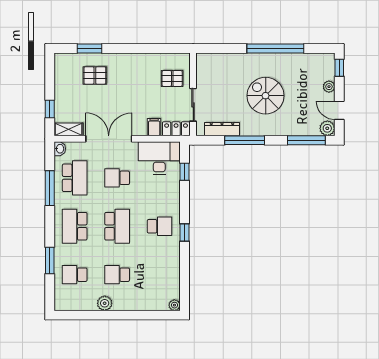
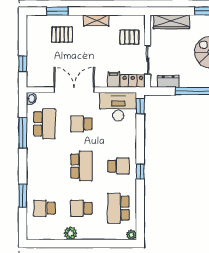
wardrobe: (220, 61) -> (171, 22), added
shelving: (68, 129) -> (96, 20), moved
dresser: (222, 129) -> (168, 81), width x0.70
window: (184, 172) -> (140, 106), moved
school desk: (75, 226) -> (118, 208), moved

